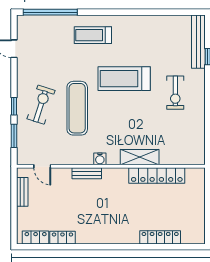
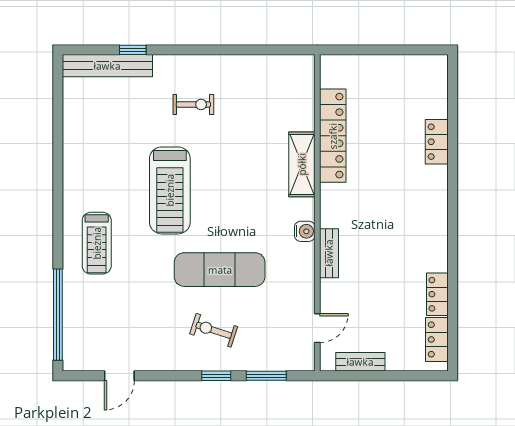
exercise bike: (175, 93) -> (193, 104), width x0.73, depth x0.72
exercise bike: (41, 105) -> (214, 330), width x0.73, depth x0.72
locker: (160, 237) -> (437, 142), width x0.66

